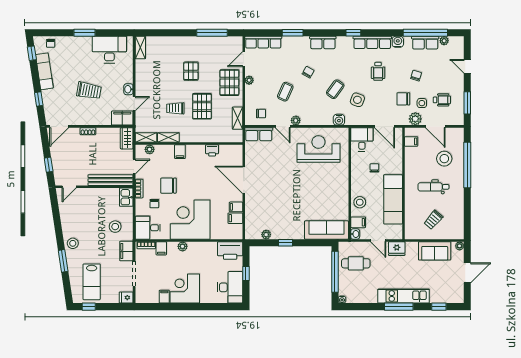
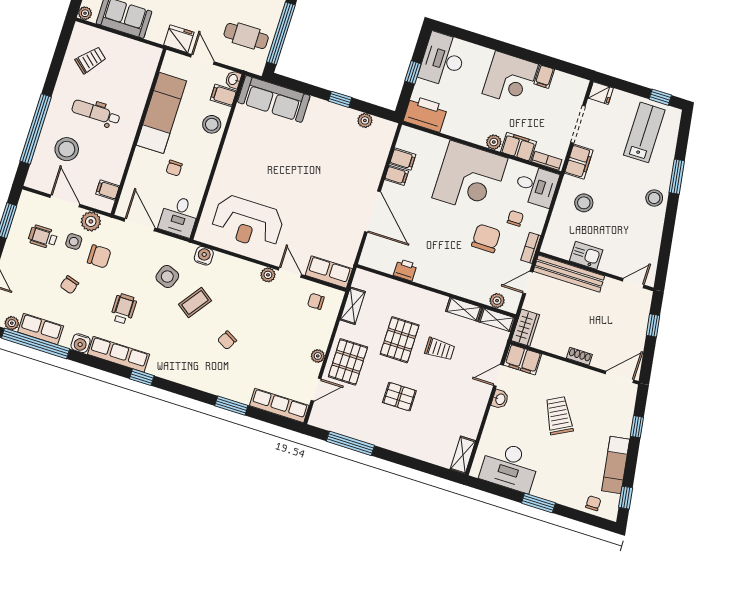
row of seats: (323, 43) -> (191, 377), removed
pallet: (191, 71) -> (399, 397), turned 90
trolley: (89, 91) -> (559, 416), turned 52
coffee table: (285, 92) -> (270, 322), removed
filing cabinet: (180, 152) -> (453, 283), removed
chair: (168, 186) -> (486, 238), turned -90
dental chair: (433, 187) -> (96, 113), turned 180
kitchen sink: (126, 197) -> (586, 255), moved, turned -90
trolley: (433, 220) -> (91, 60), moved
filing cabinet: (161, 248) -> (519, 147), width x2.00

